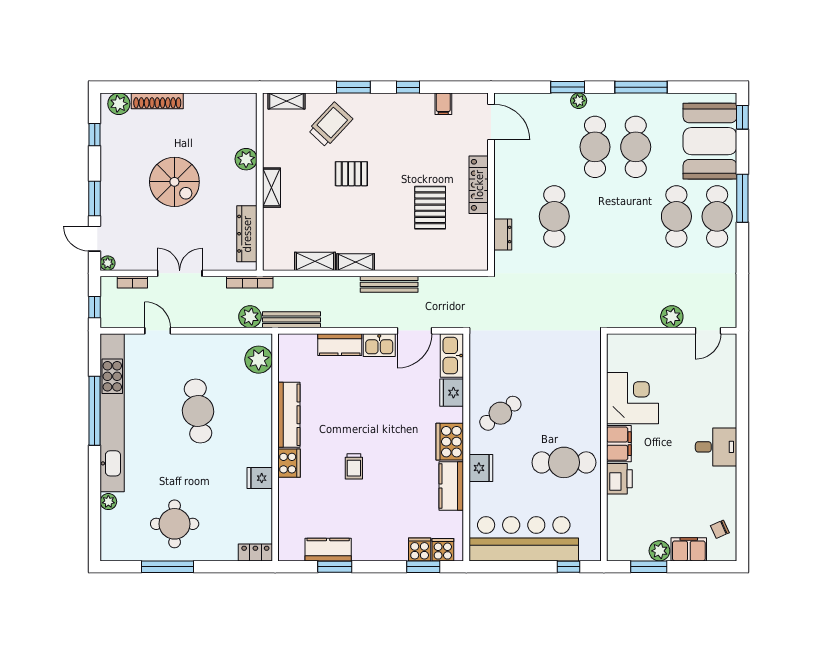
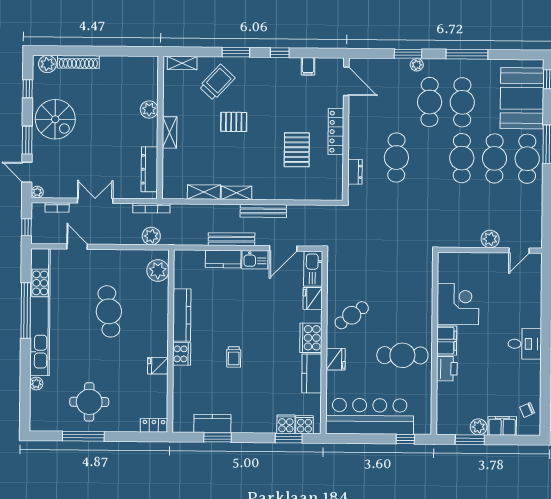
spiral stairs: (174, 182) -> (55, 119), moved
cafe table: (636, 216) -> (462, 158), added
bench: (292, 320) -> (232, 239), moved

